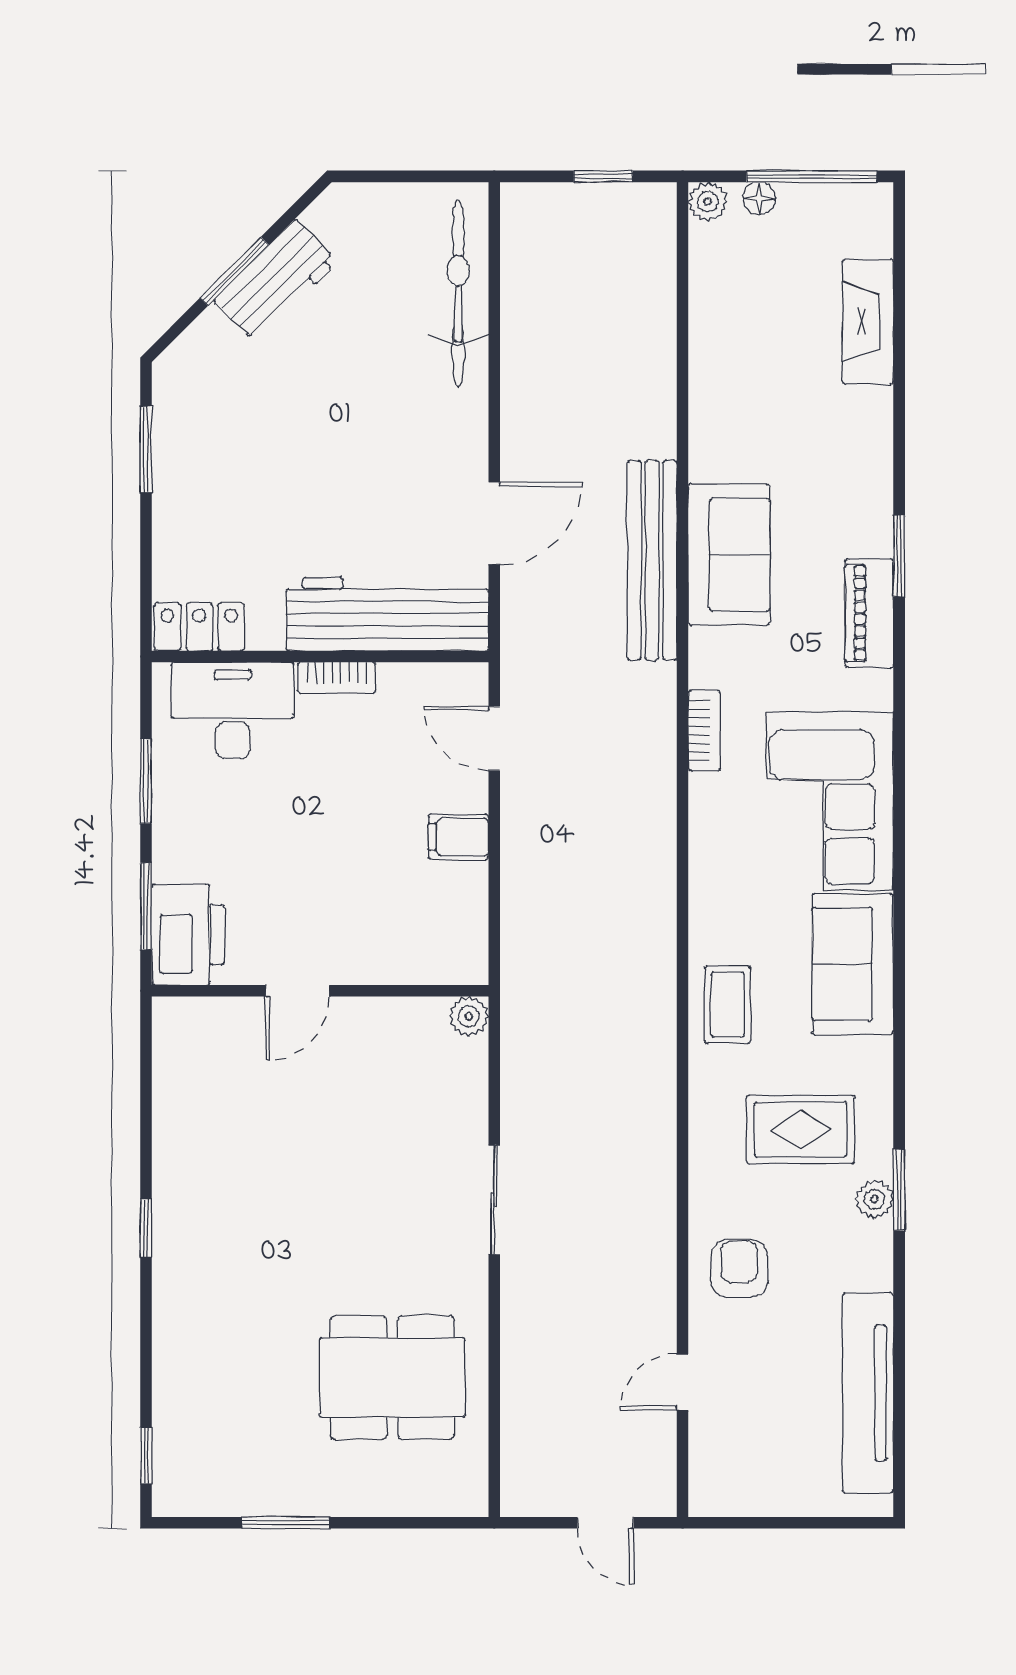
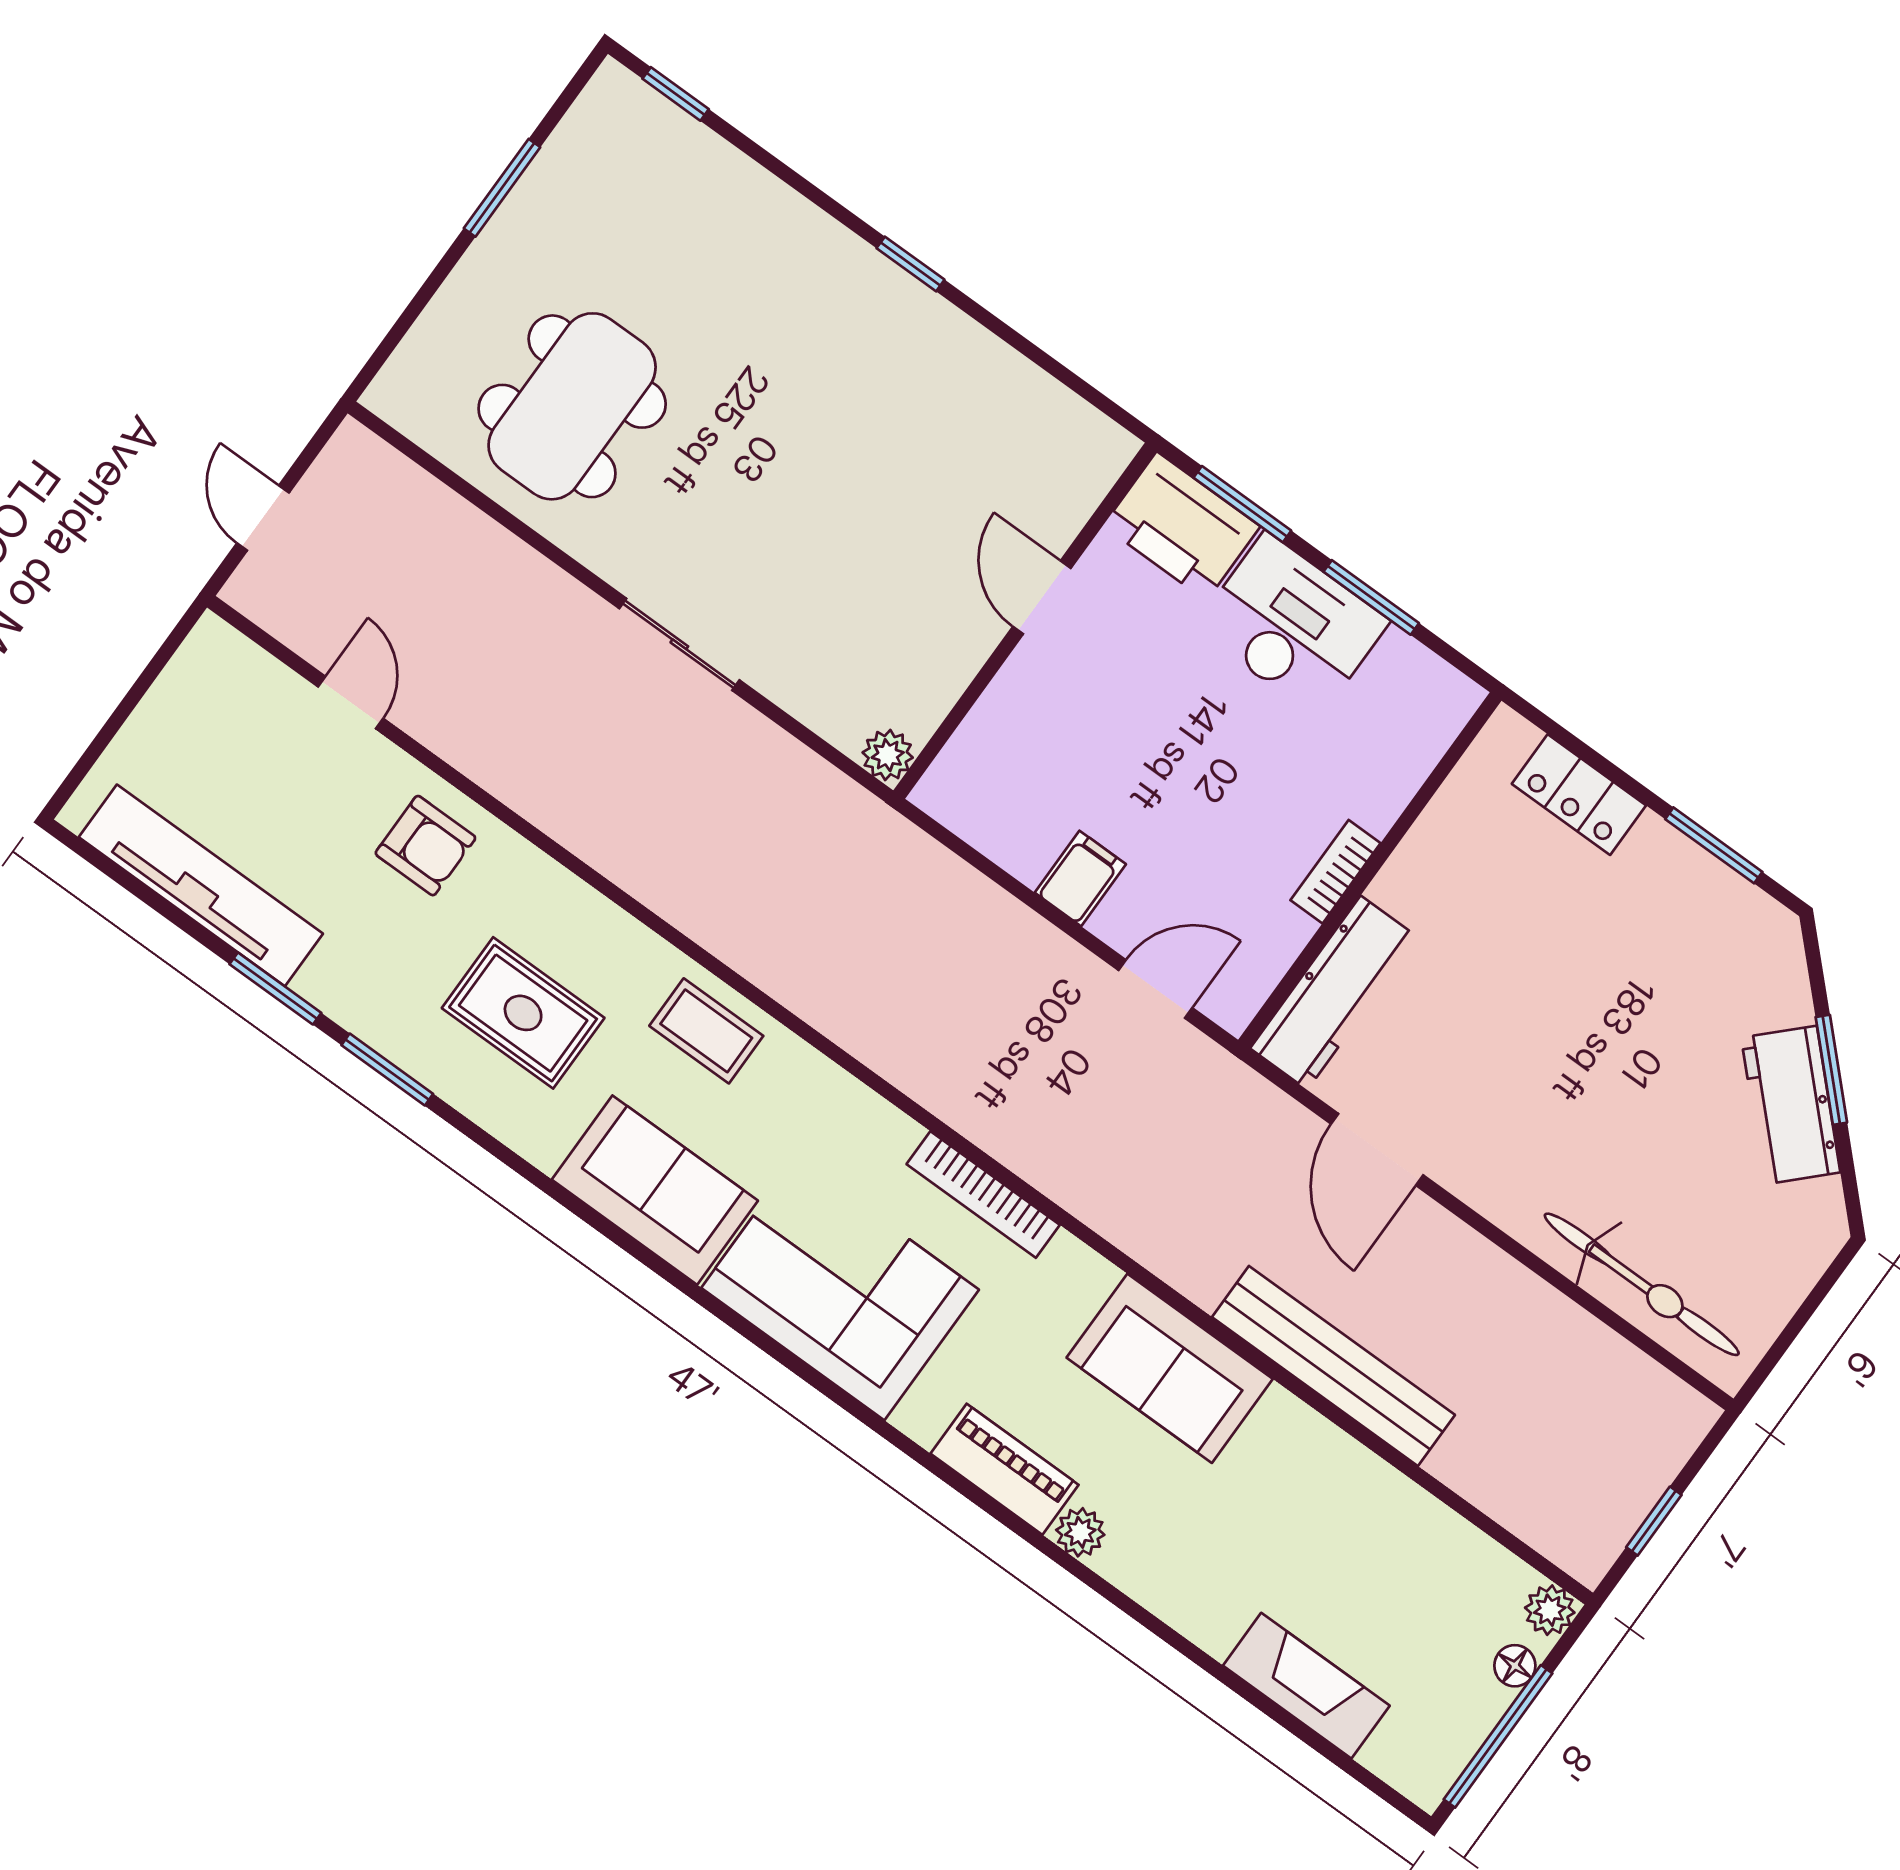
window: (899, 556) -> (275, 989), moved
bench: (652, 560) -> (1333, 1366), moved
workbench: (388, 614) -> (1334, 993), width x0.73, depth x0.76
locker: (199, 627) -> (1579, 795), moved, turned 90
desk: (233, 710) -> (1292, 625), moved, turned -90
bookcase: (704, 731) -> (983, 1194), width x1.56
rug: (801, 1129) -> (523, 1013), turned 90
plant: (874, 1199) -> (1080, 1532), moved
door: (606, 1523) -> (263, 518), hinge flipped

